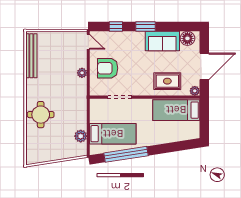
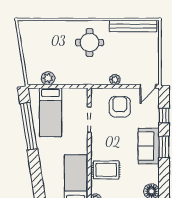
sofa: (162, 41) -> (149, 146), moved
rug: (167, 81) -> (106, 170), turned 90
round table: (41, 115) -> (89, 43), moved

